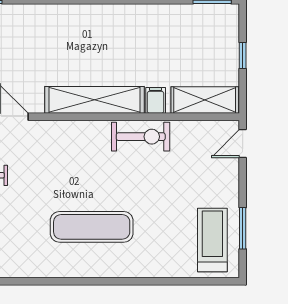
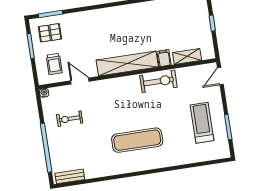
shelving: (205, 100) -> (187, 56), width x0.67, depth x0.75
treadmill: (212, 240) -> (202, 123), moved

